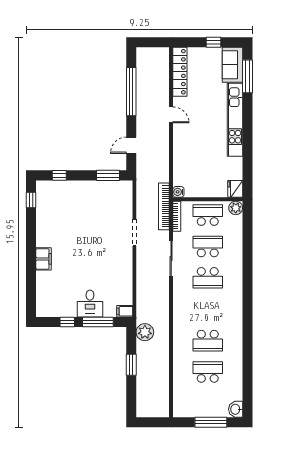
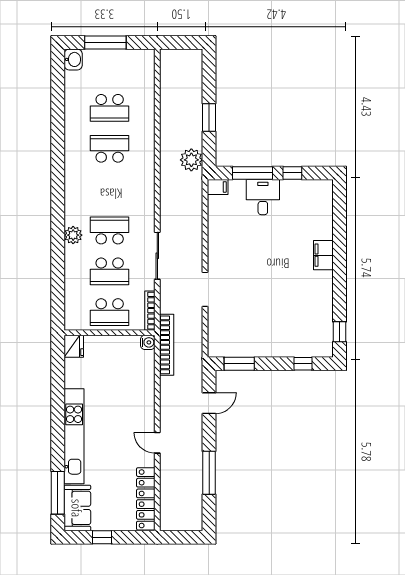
window: (131, 92) -> (209, 473), width x0.68
bookcase: (164, 206) -> (167, 345), moved
plant: (236, 208) -> (73, 235), moved

